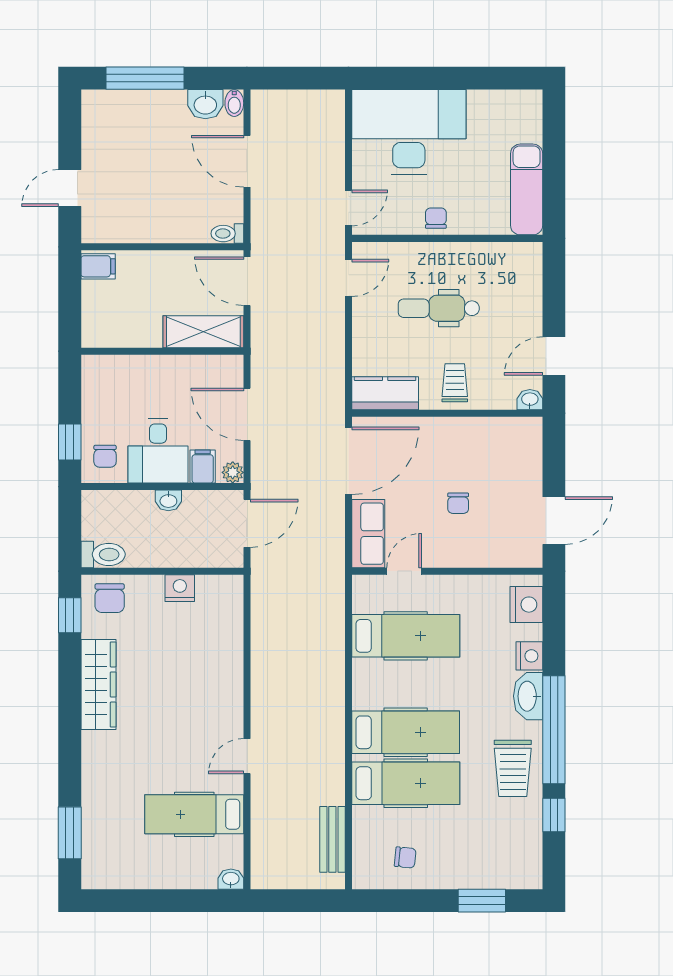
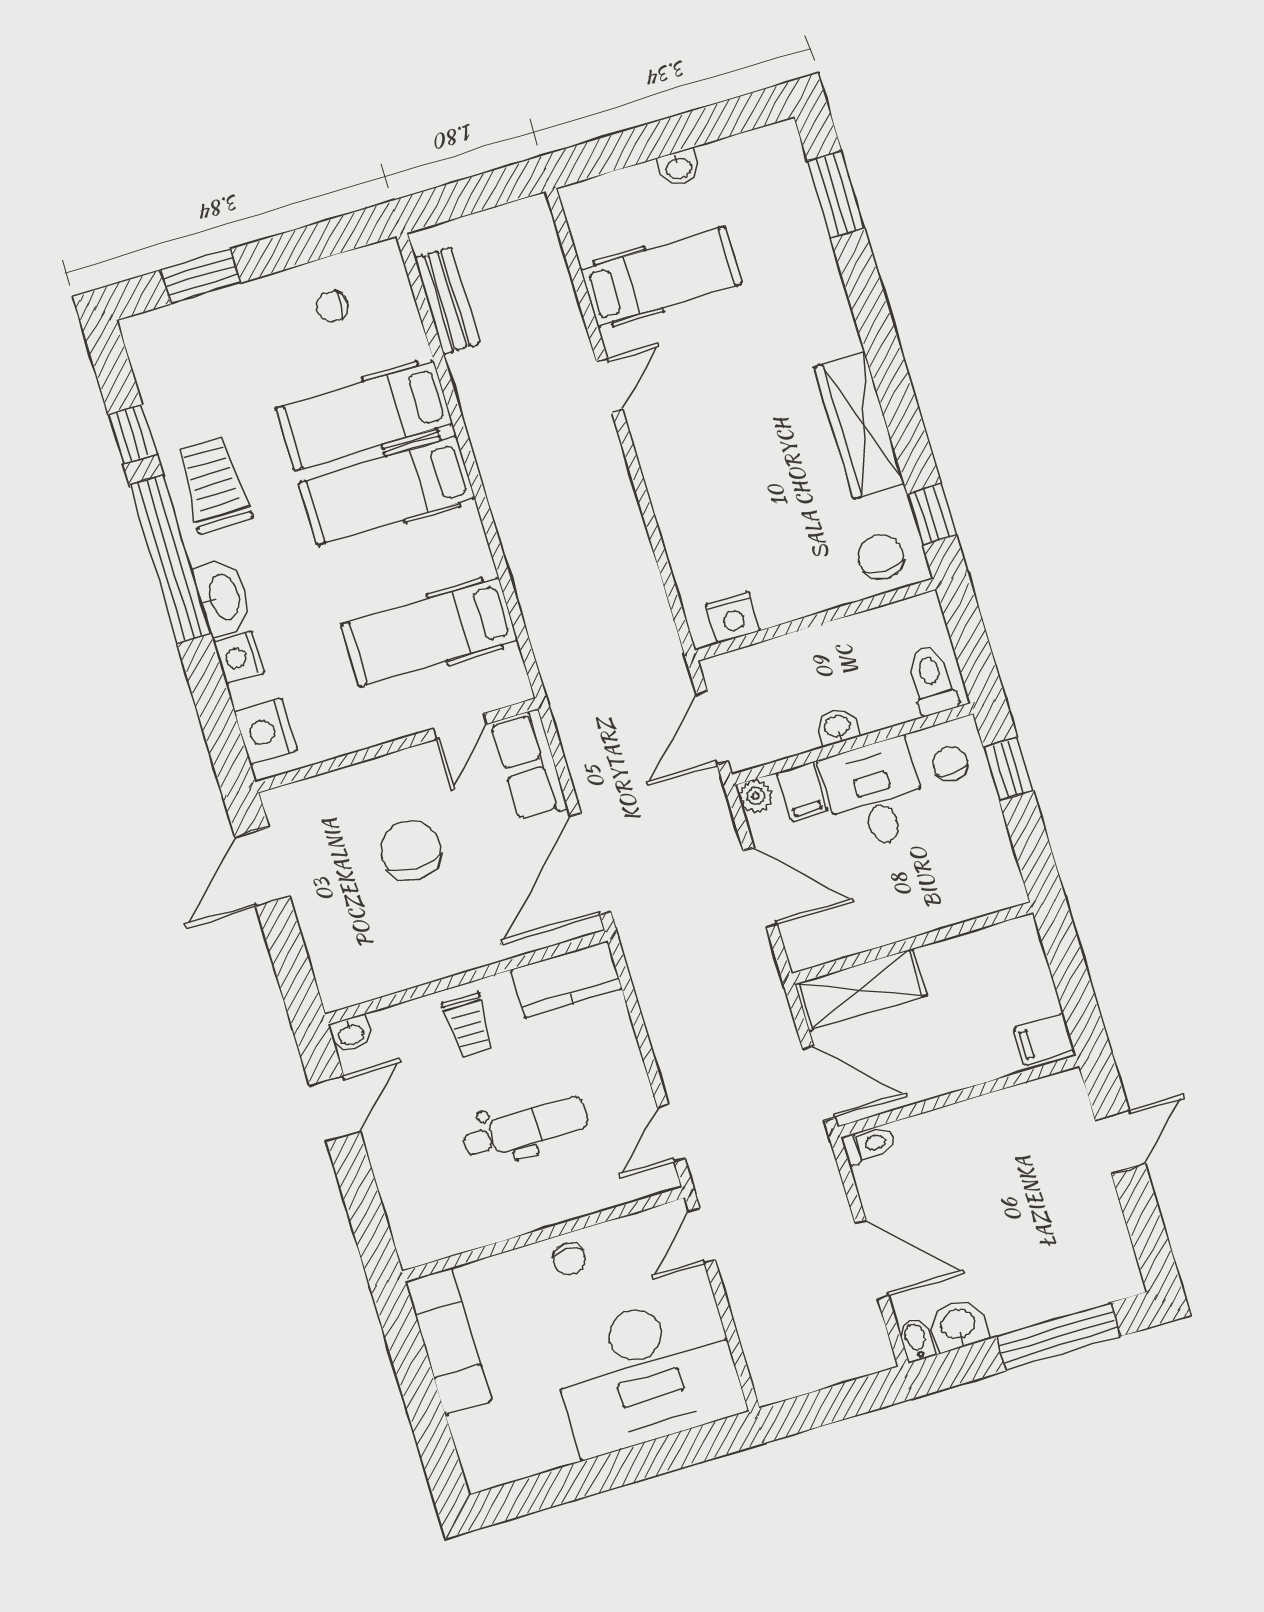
chair: (458, 503) -> (411, 850), width x1.87, depth x1.87
toilet: (103, 554) -> (932, 680), moved, turned 90
nightstand: (180, 588) -> (733, 617), moved
washbasin: (231, 879) -> (679, 168), moved

